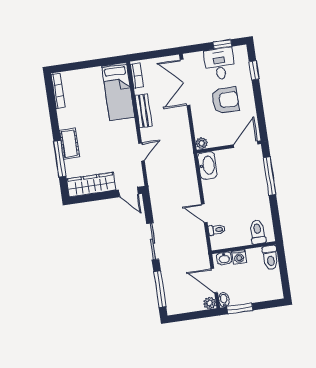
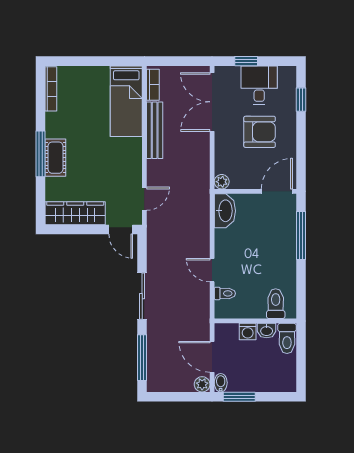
window: (222, 44) -> (246, 61), moved
bench: (144, 111) -> (155, 130), width x1.36
door: (141, 152) -> (144, 199), moved
window: (60, 159) -> (41, 154), moved
washbasin: (224, 258) -> (267, 331), moved

